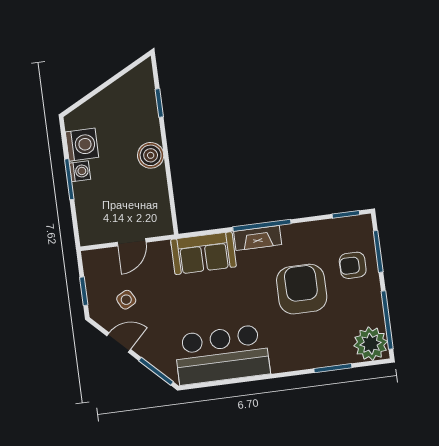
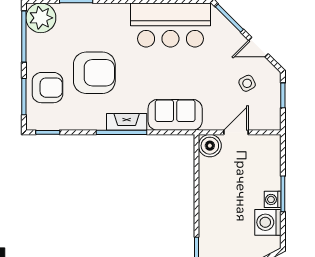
boiler: (151, 155) -> (210, 146), moved
armchair: (353, 265) -> (47, 88), width x1.38, depth x1.38
armchair: (302, 289) -> (94, 73), turned -90

